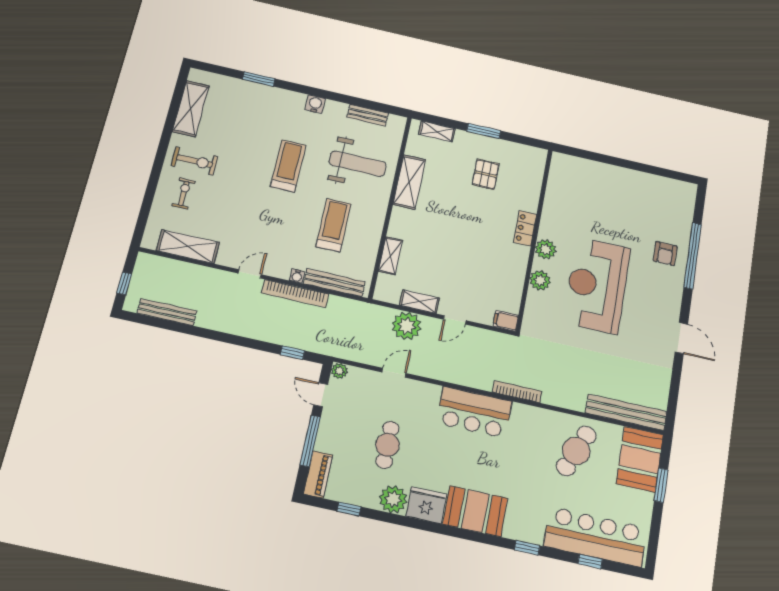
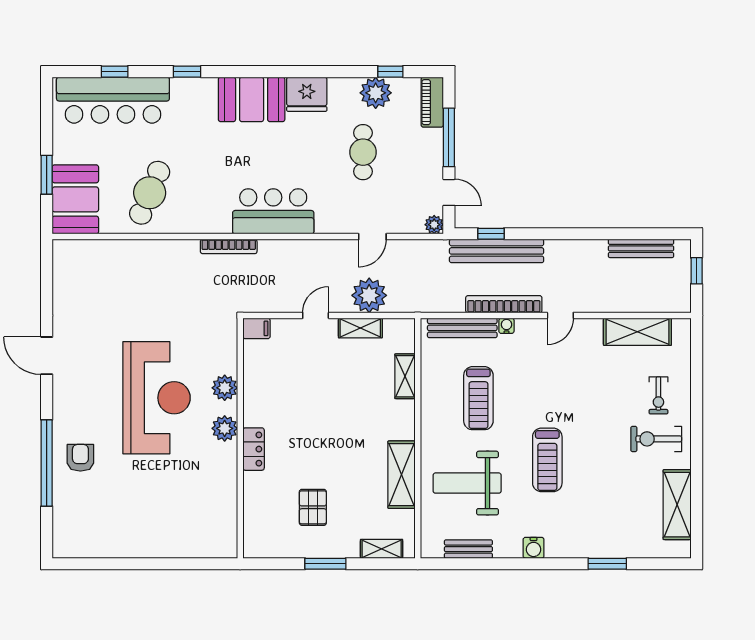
bench: (626, 412) -> (497, 251), moved
plant: (393, 499) -> (376, 93), moved

